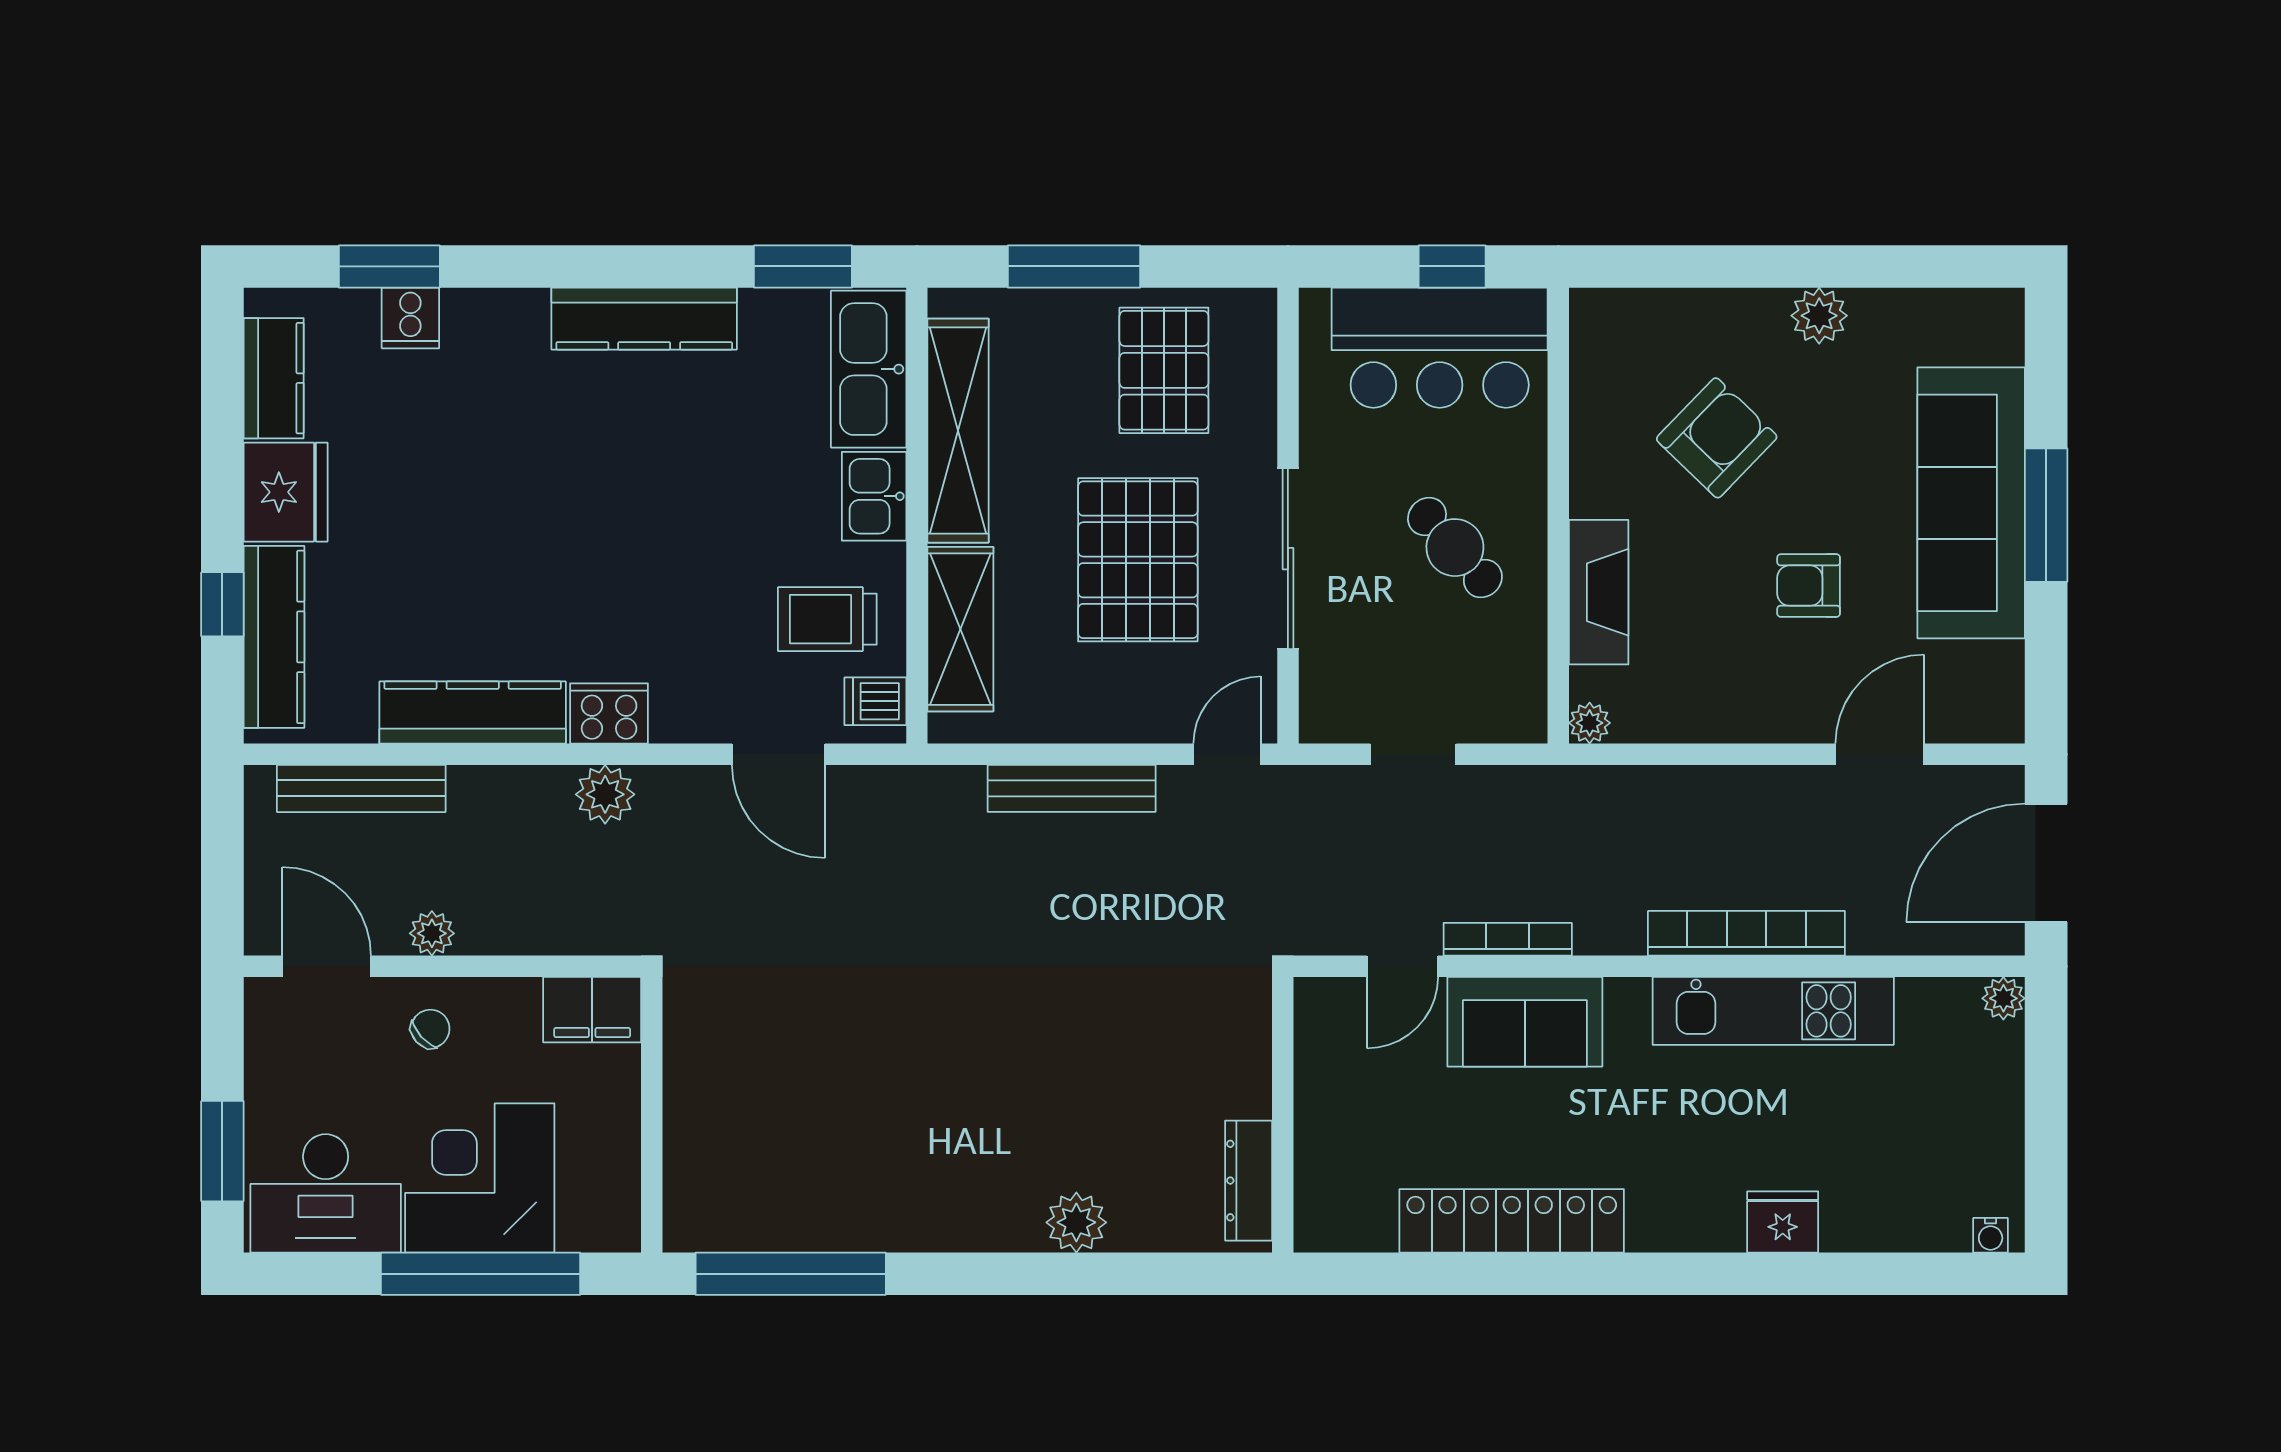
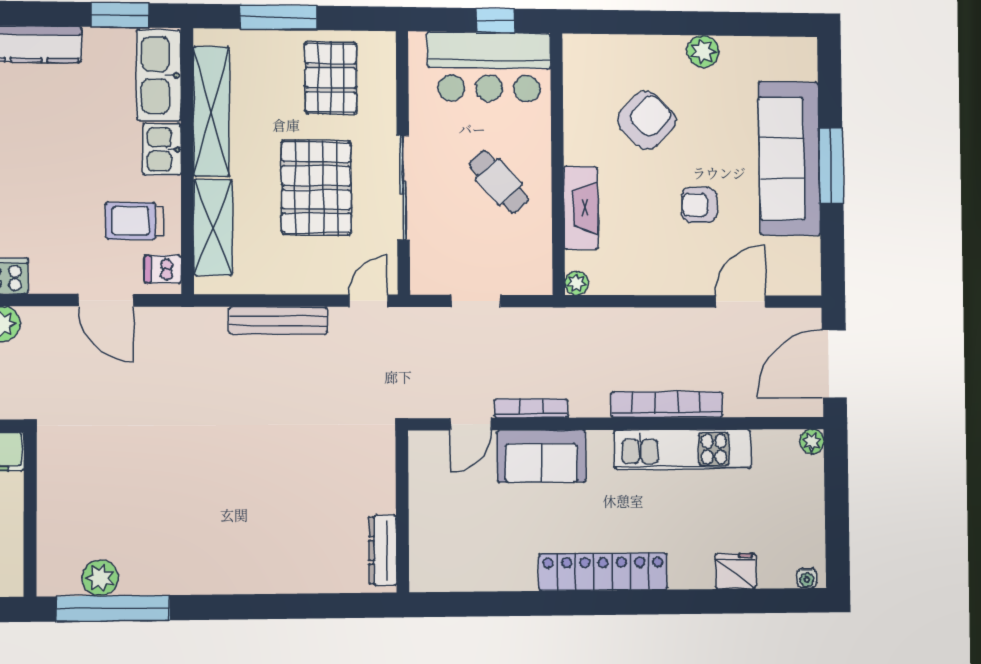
locker: (1512, 1221) -> (603, 572), moved
plant: (1076, 1222) -> (100, 578), moved
fridge: (1783, 1222) -> (735, 571), moved

